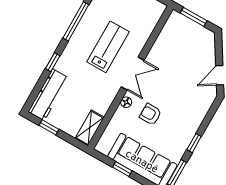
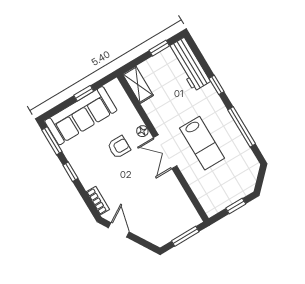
bookcase: (205, 107) -> (98, 201), added

